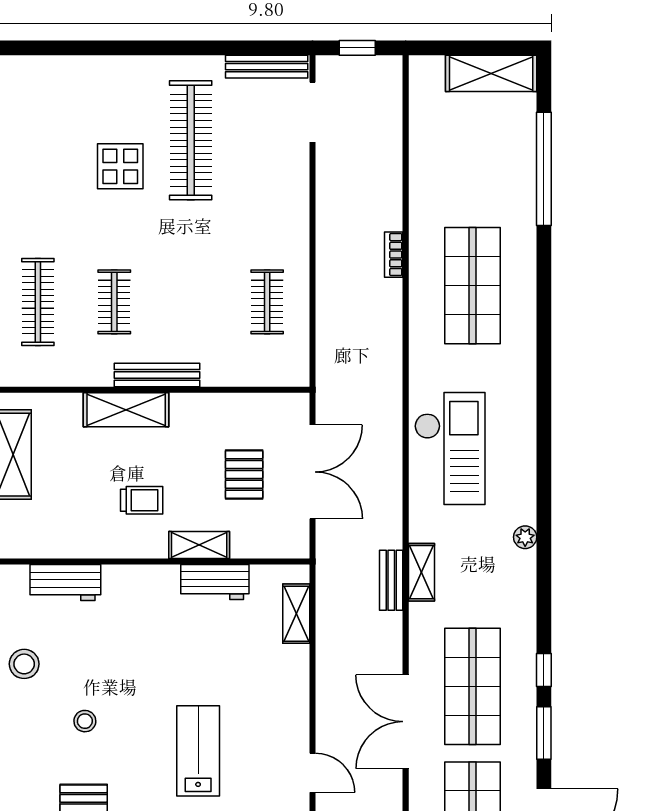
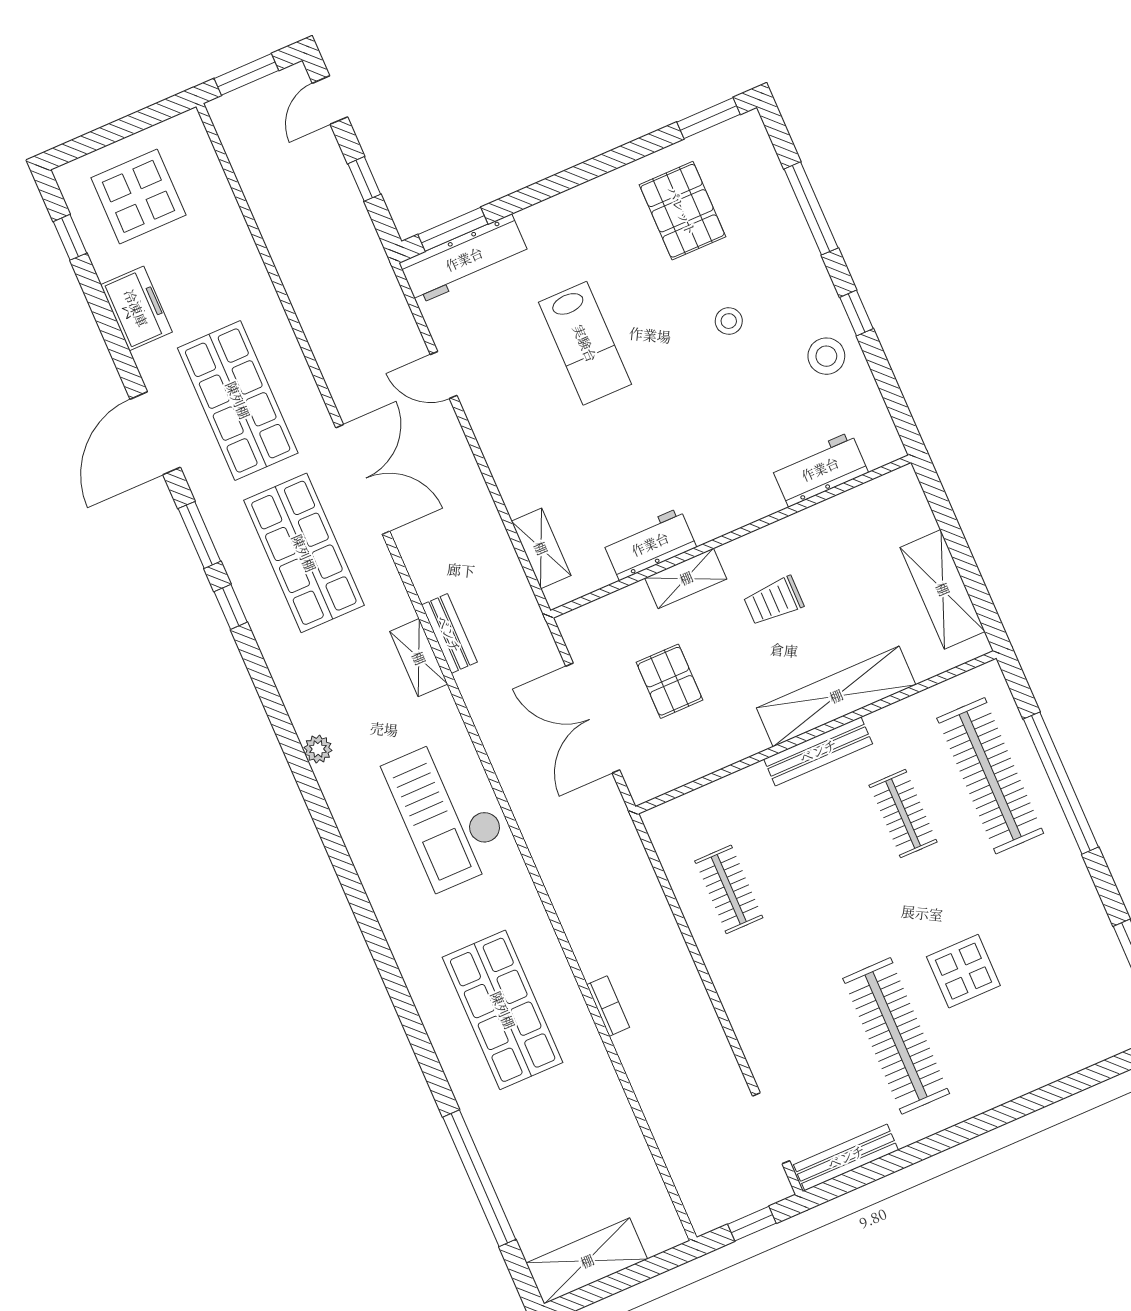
clothes rail: (38, 302) -> (990, 776), width x1.37, depth x1.31
shelving: (126, 410) -> (836, 696), width x1.47

